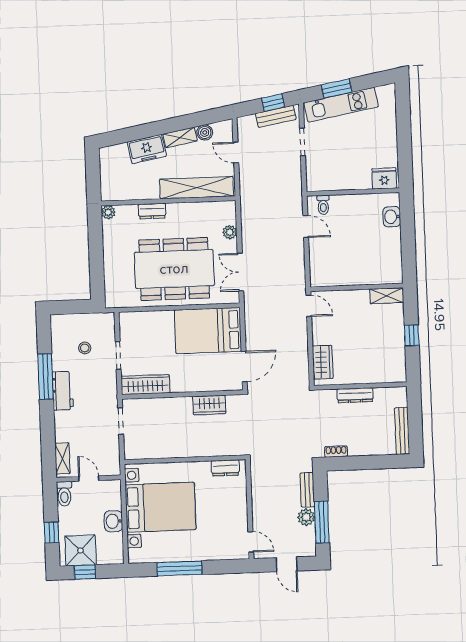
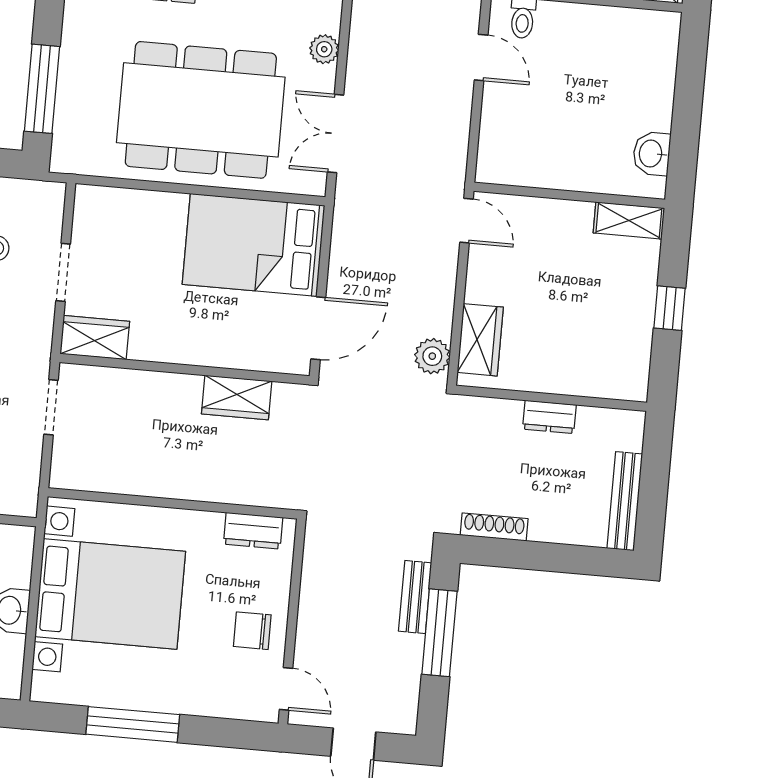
washbasin: (392, 217) -> (652, 154), moved
window: (97, 269) -> (42, 89), added
wardrobe: (145, 385) -> (95, 338), width x0.67
dresser: (355, 395) -> (549, 417), width x0.70
shoe rack: (336, 451) -> (494, 527), width x1.43
chair: (231, 516) -> (252, 631), added
plant: (306, 517) -> (432, 356), moved
window: (322, 522) -> (439, 633), moved

